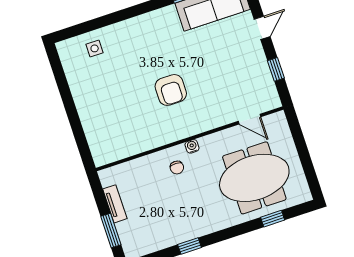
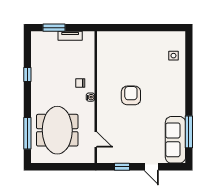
armchair: (171, 90) -> (131, 95), turned 90
door: (249, 119) -> (96, 139), swing flipped
window: (273, 219) -> (27, 133), width x2.17

